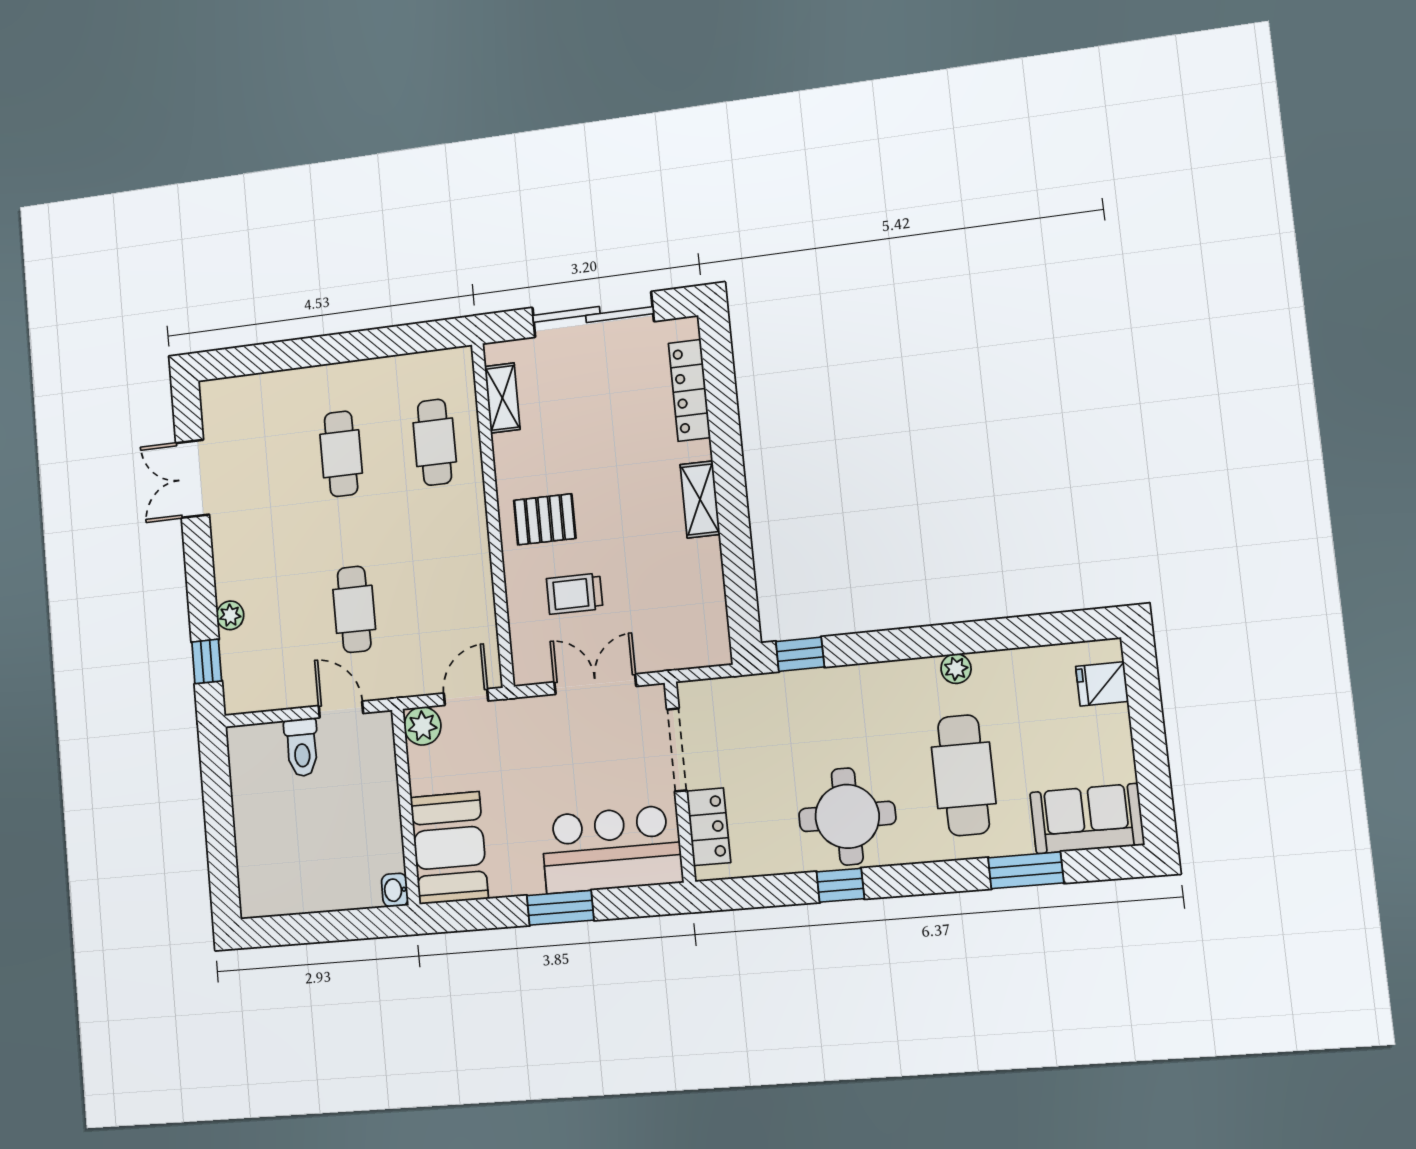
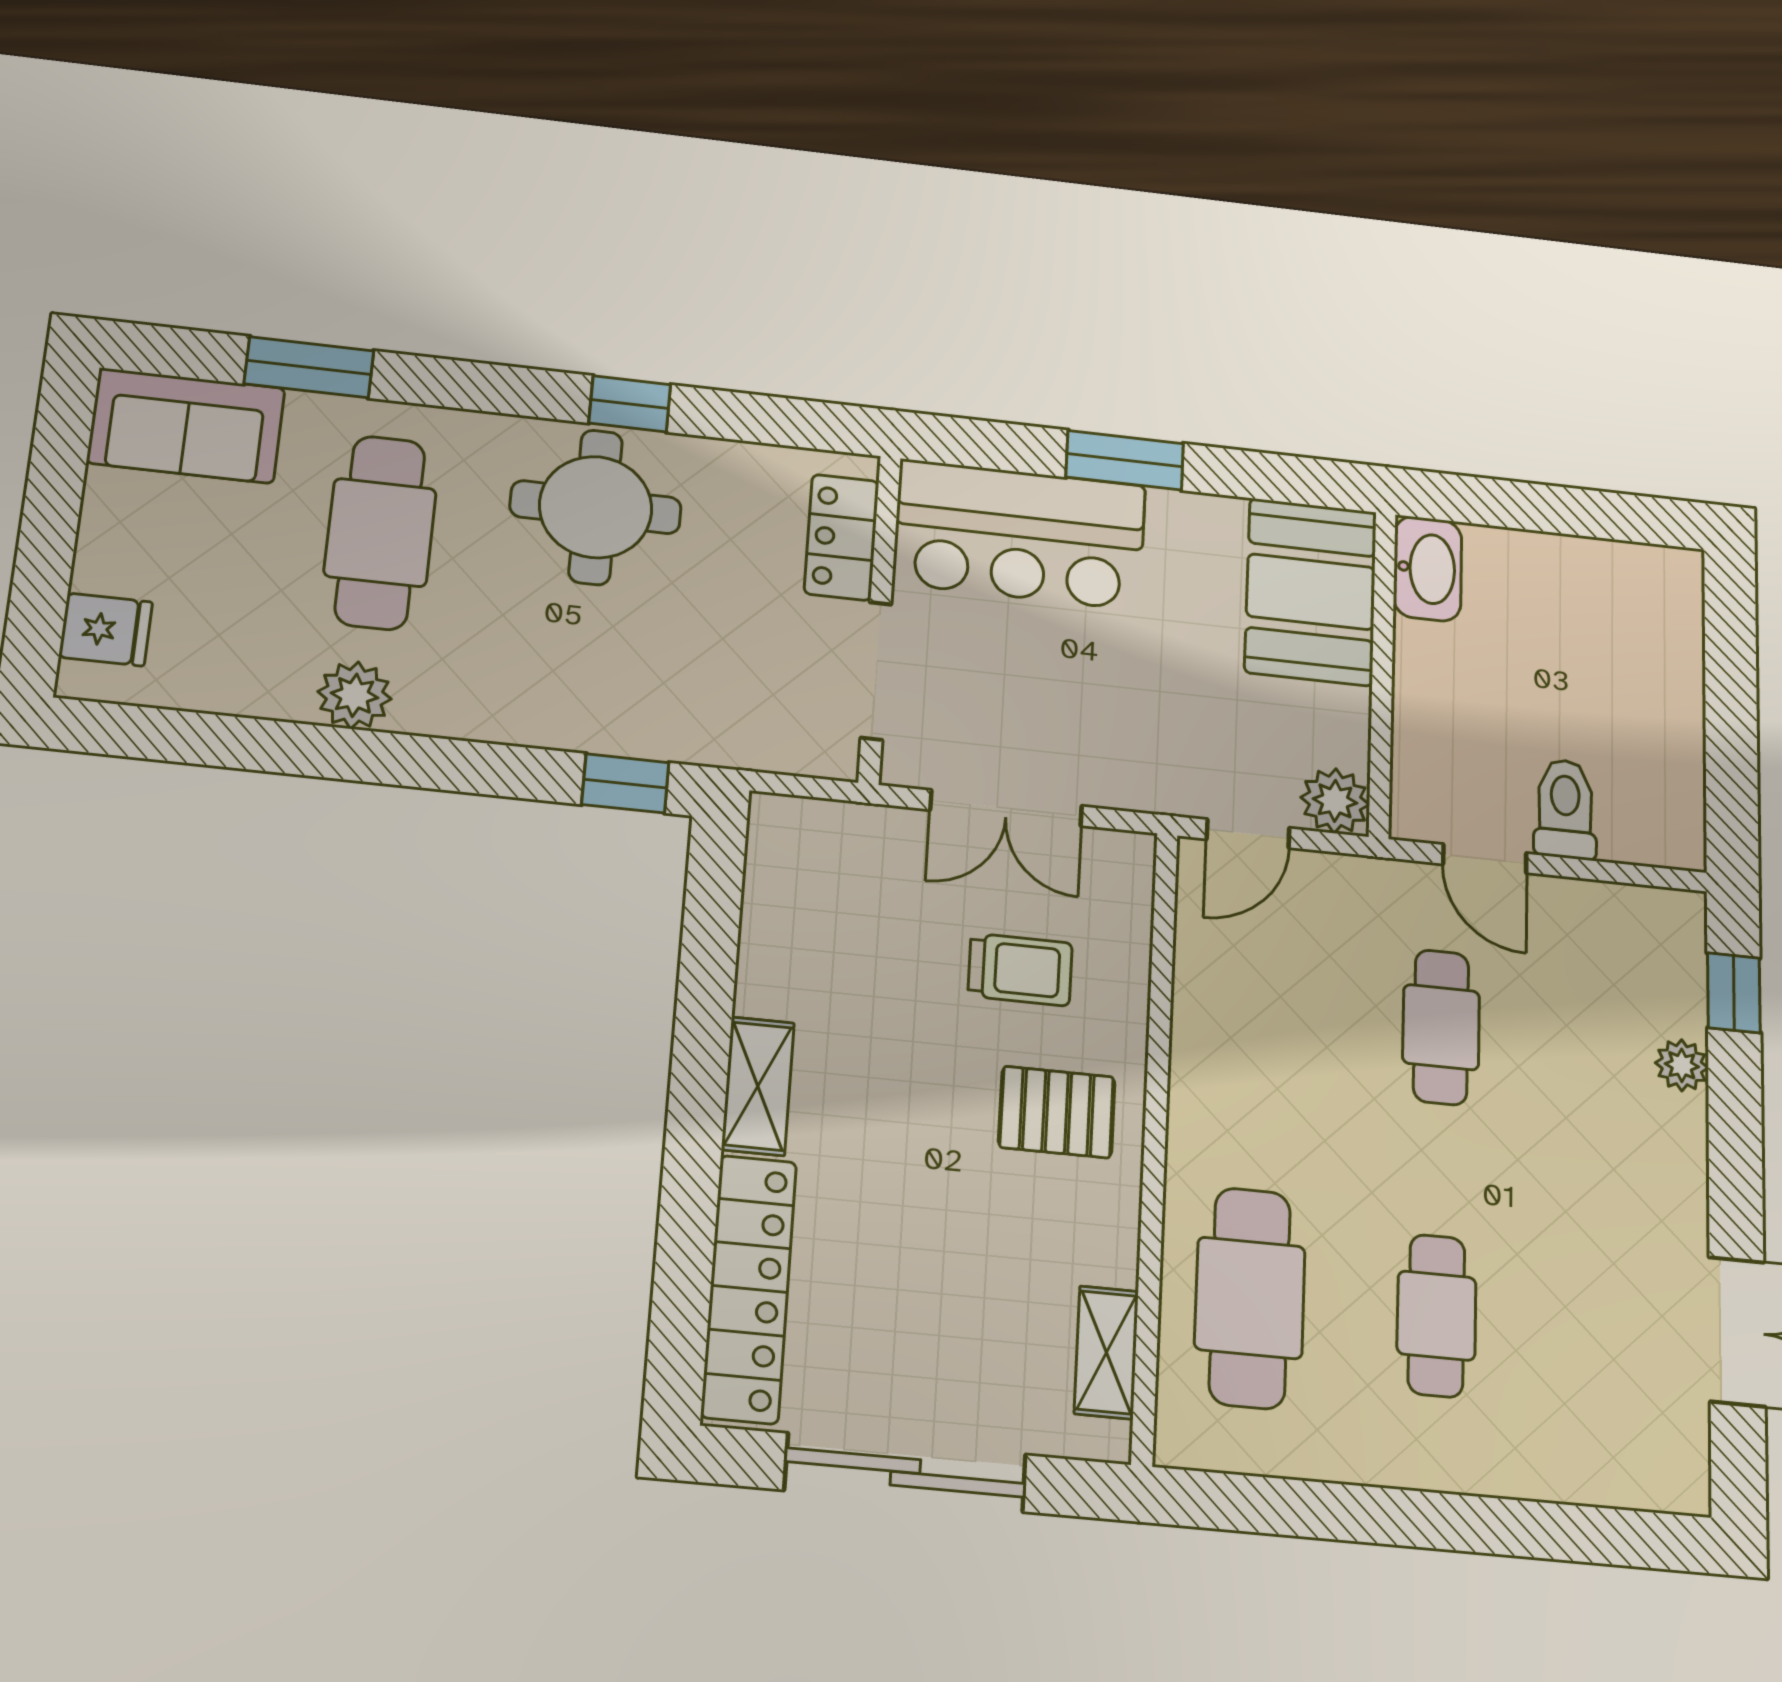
locker: (689, 390) -> (749, 1289), width x1.41, depth x1.21
cafe table: (435, 442) -> (1250, 1298), width x1.37, depth x1.35
plant: (956, 669) -> (355, 695), width x1.38, depth x1.38
washbasin: (395, 890) -> (1428, 569), width x1.91, depth x1.45

